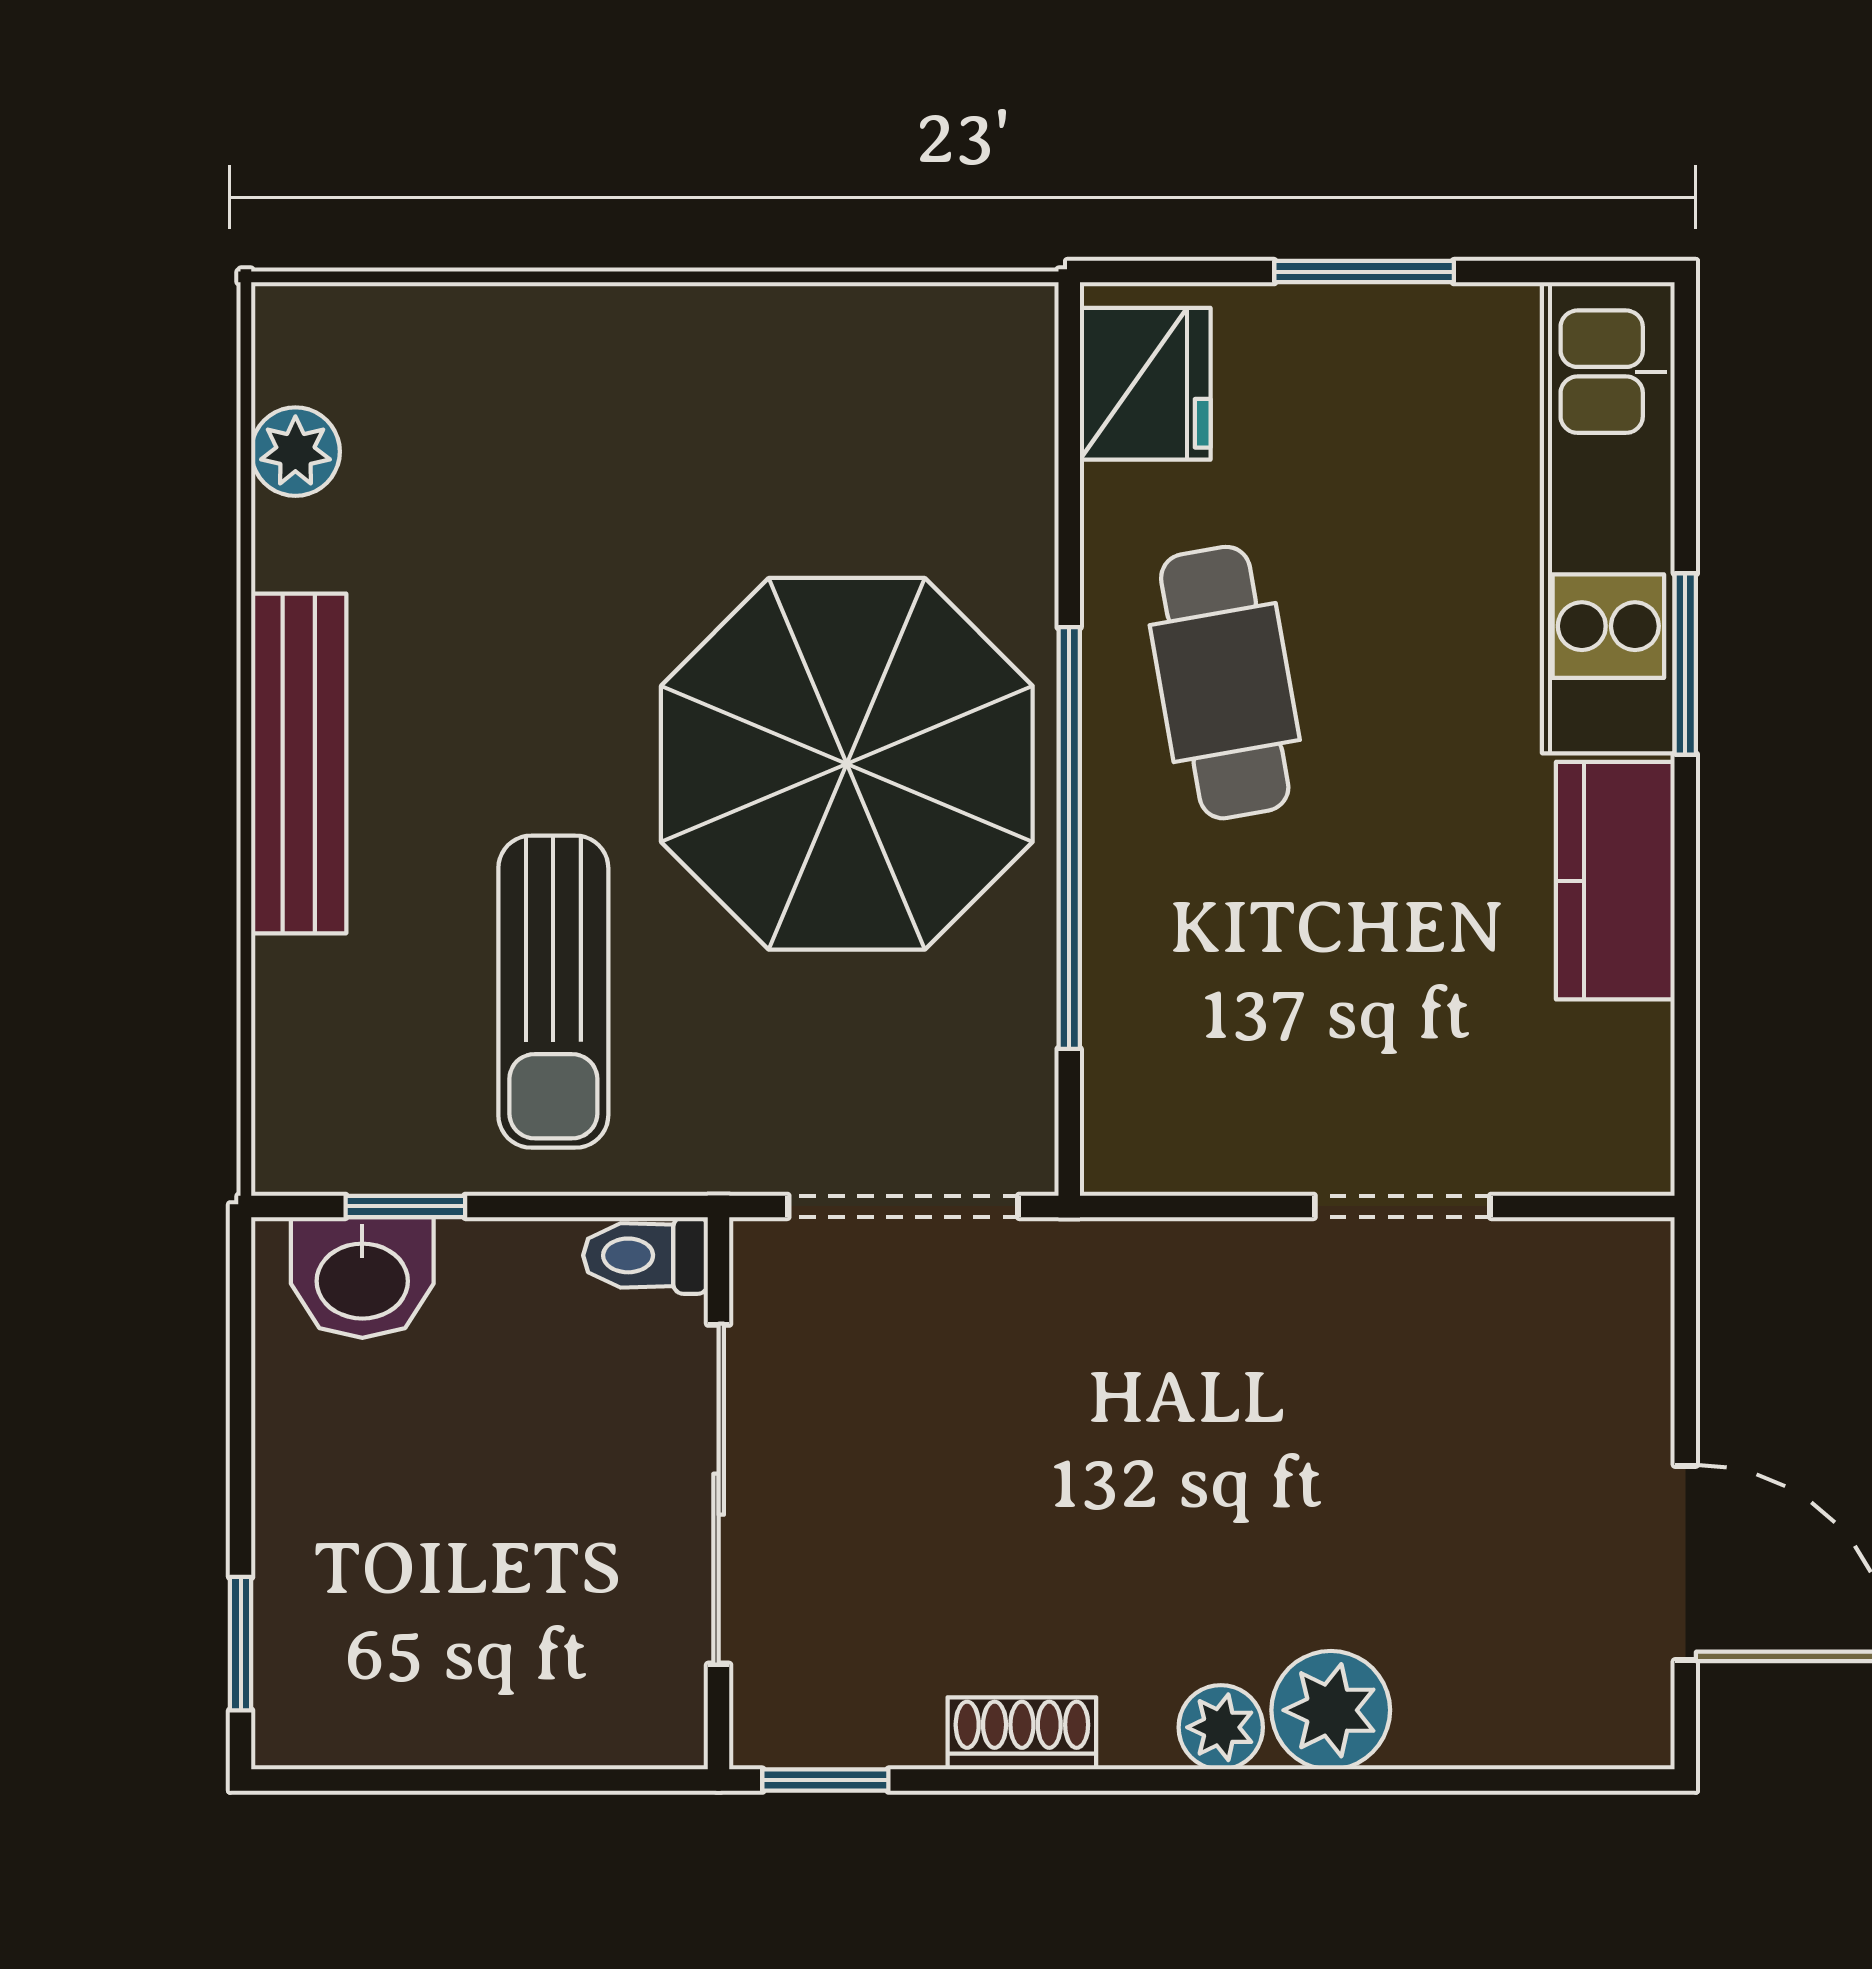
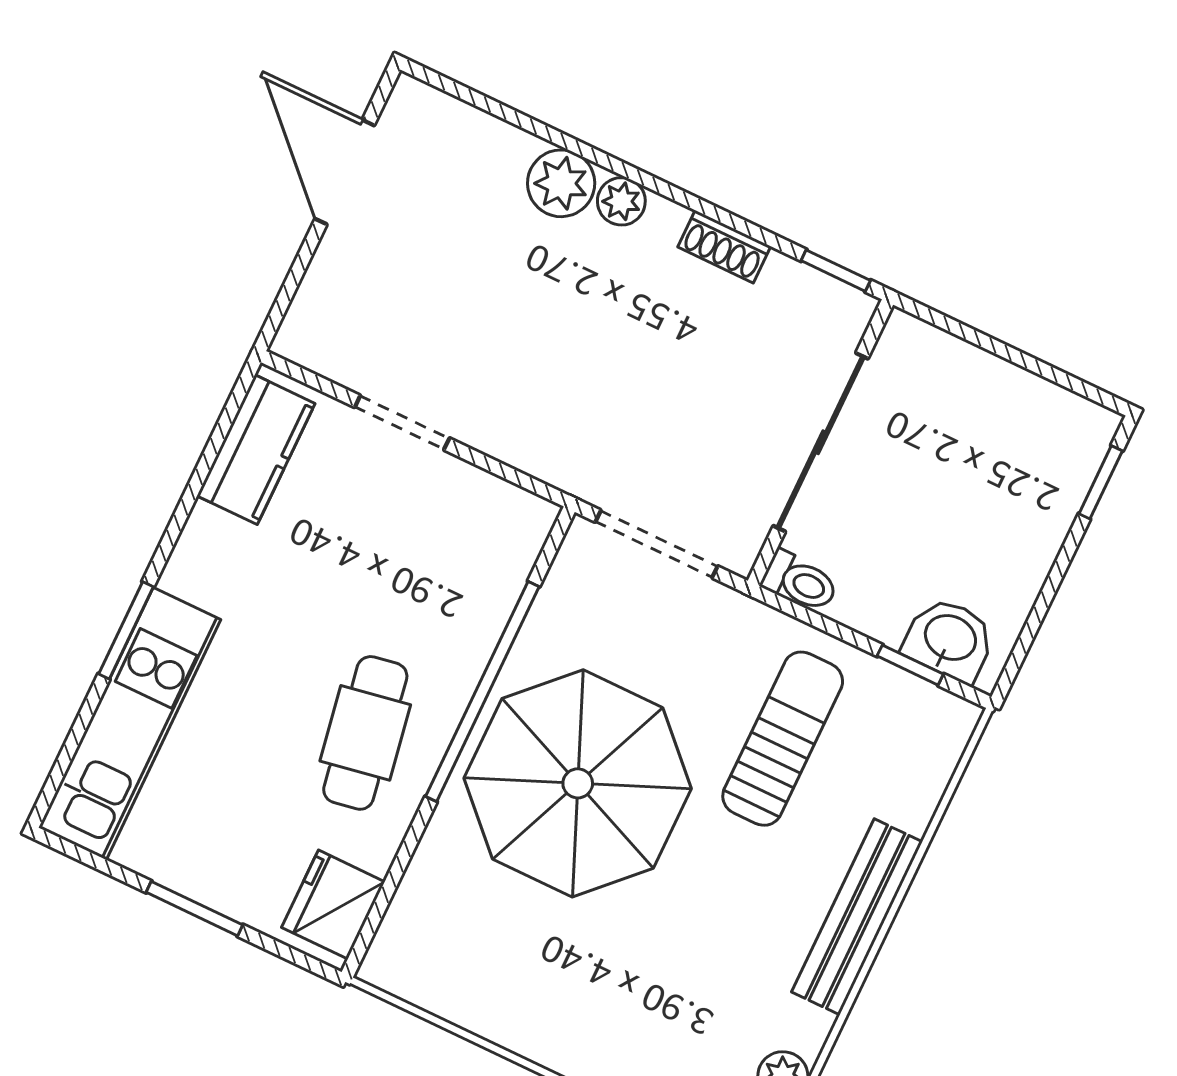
kitchen counter: (1615, 881) -> (256, 450), moved

